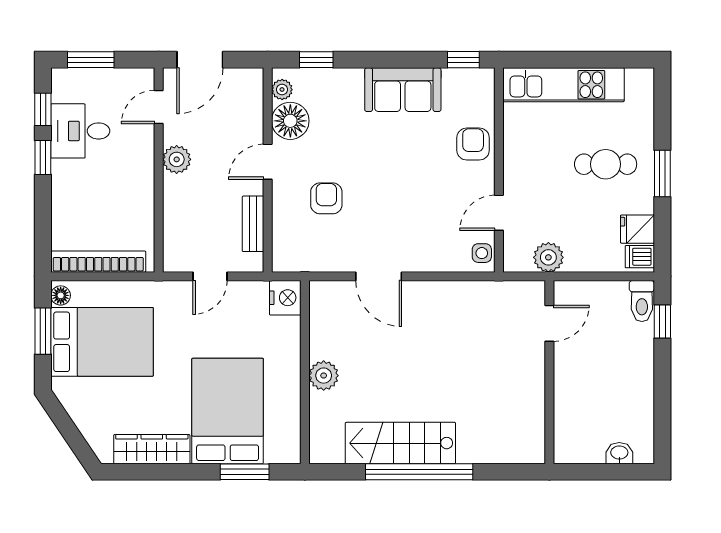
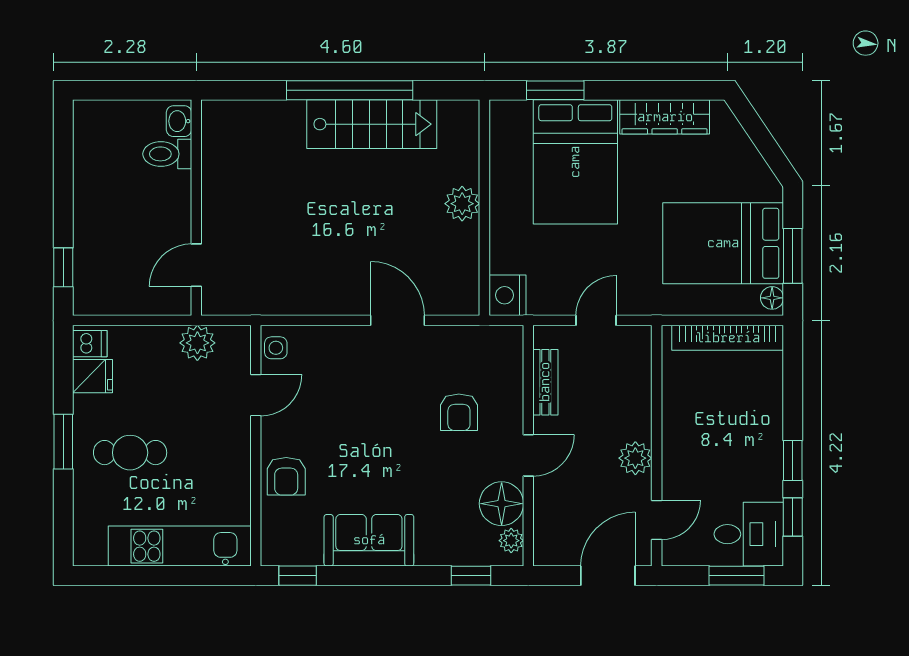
desk: (80, 131) -> (749, 534), moved
toilet: (642, 301) -> (167, 154), moved, turned -90
washbasin: (619, 453) -> (179, 121), moved, turned 90

